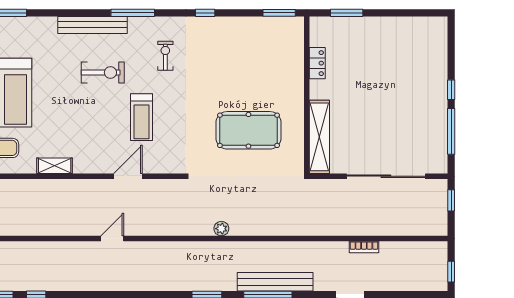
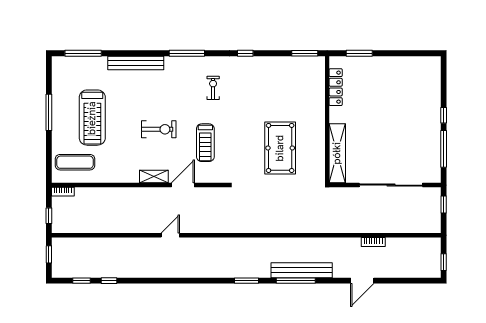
bench: (92, 25) -> (136, 63), moved
locker: (317, 63) -> (336, 87), width x1.53
exercise bike: (103, 73) -> (159, 129), moved
treadmill: (141, 117) -> (205, 143), moved
pool table: (248, 130) -> (280, 148), turned 90
shelving: (55, 166) -> (154, 177), moved
plant: (221, 229) -> (258, 227), removed

